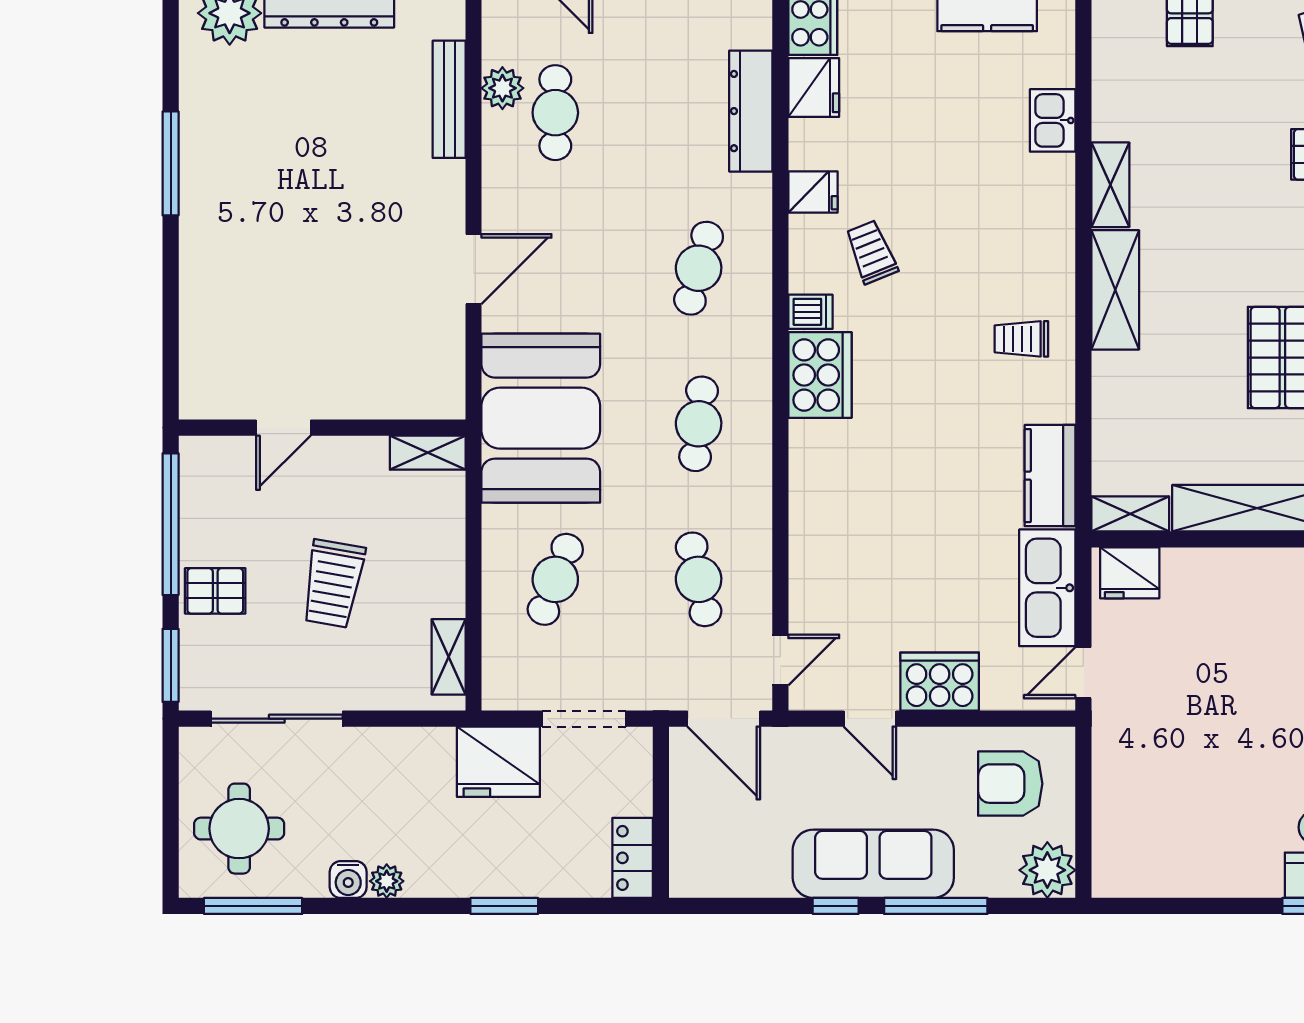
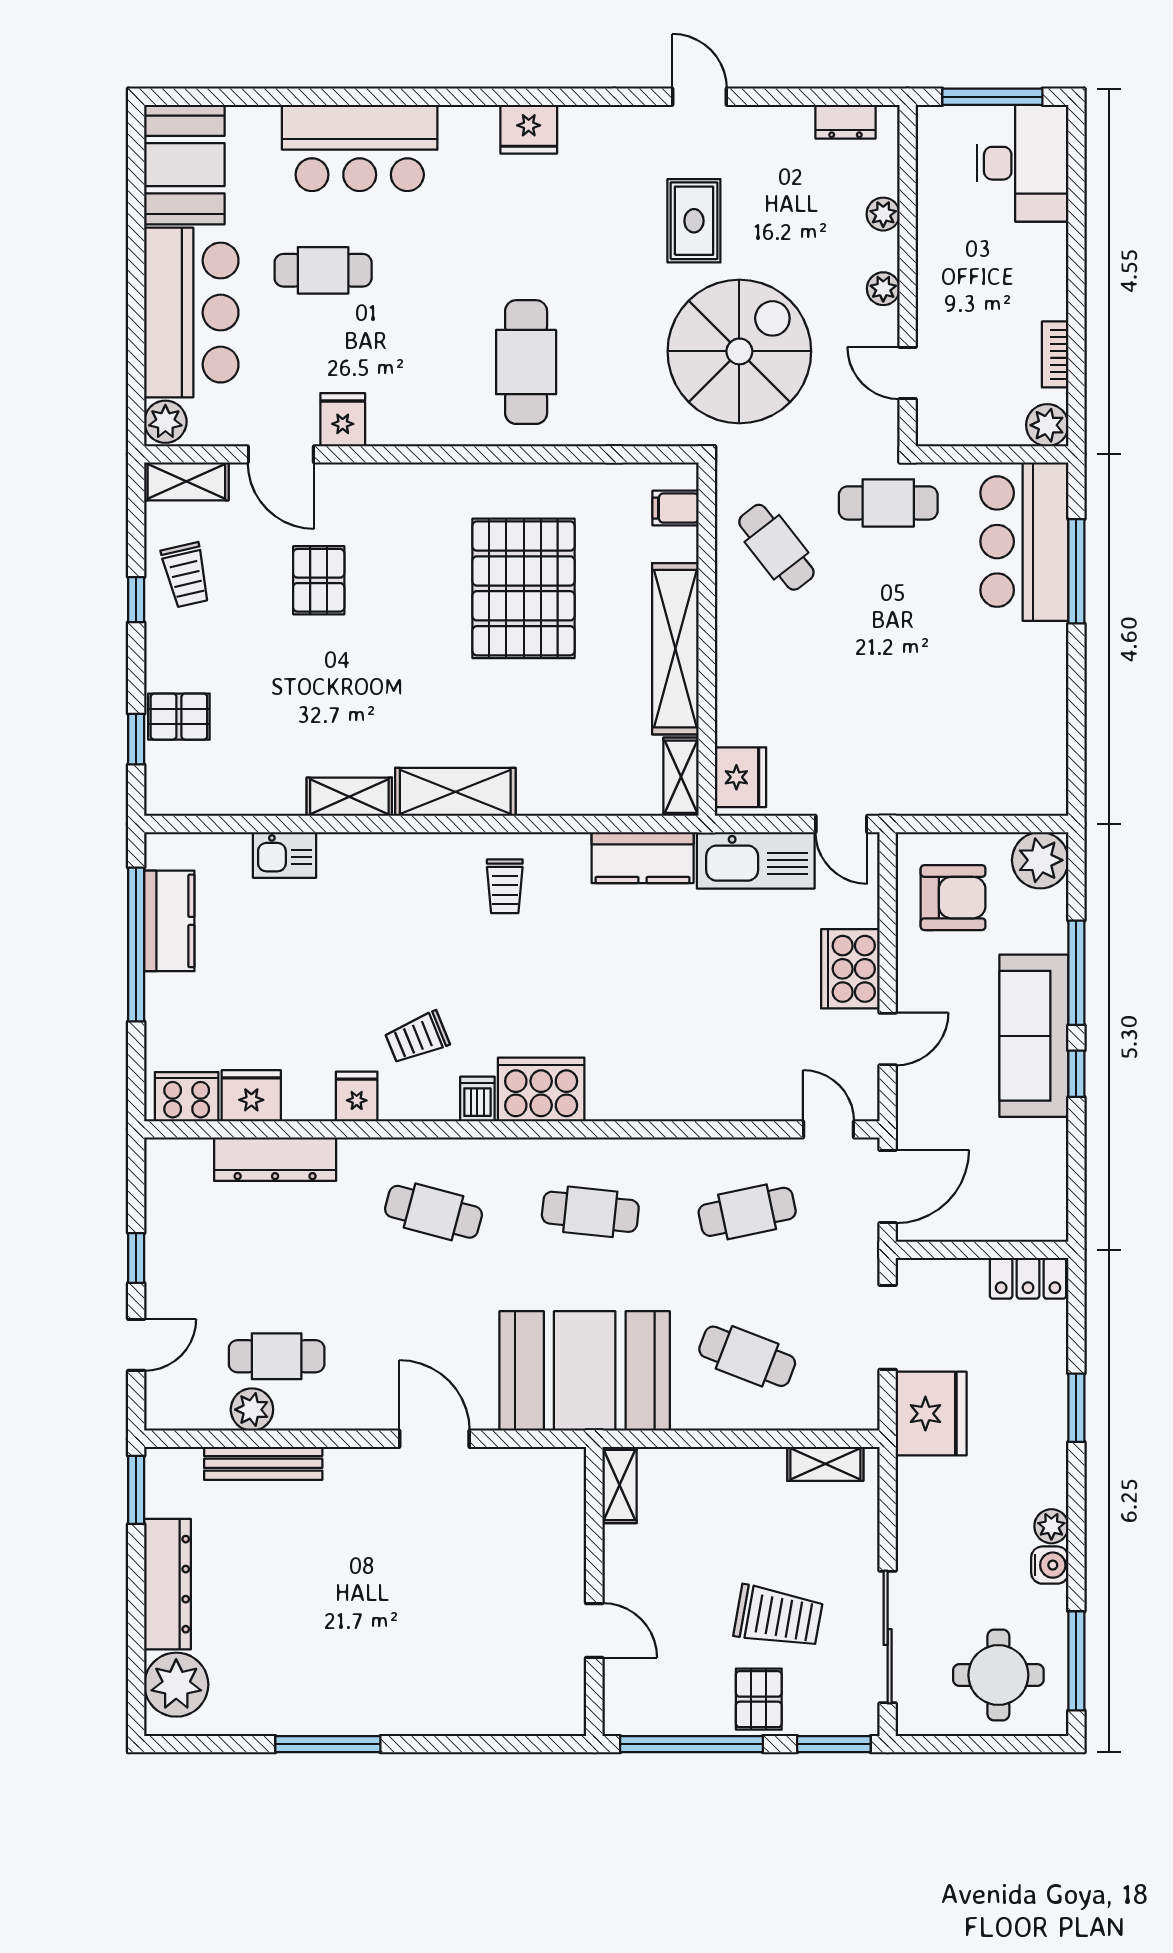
trolley: (333, 584) -> (778, 1617), moved
armchair: (1010, 784) -> (953, 898), turned -90

